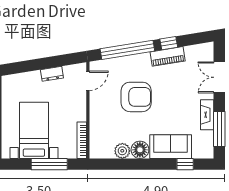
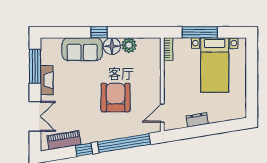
piano: (168, 56) -> (64, 140), moved
armchair: (136, 97) -> (116, 97), turned 90
bookcase: (82, 140) -> (168, 49), width x0.64
window: (185, 164) -> (99, 32), moved

